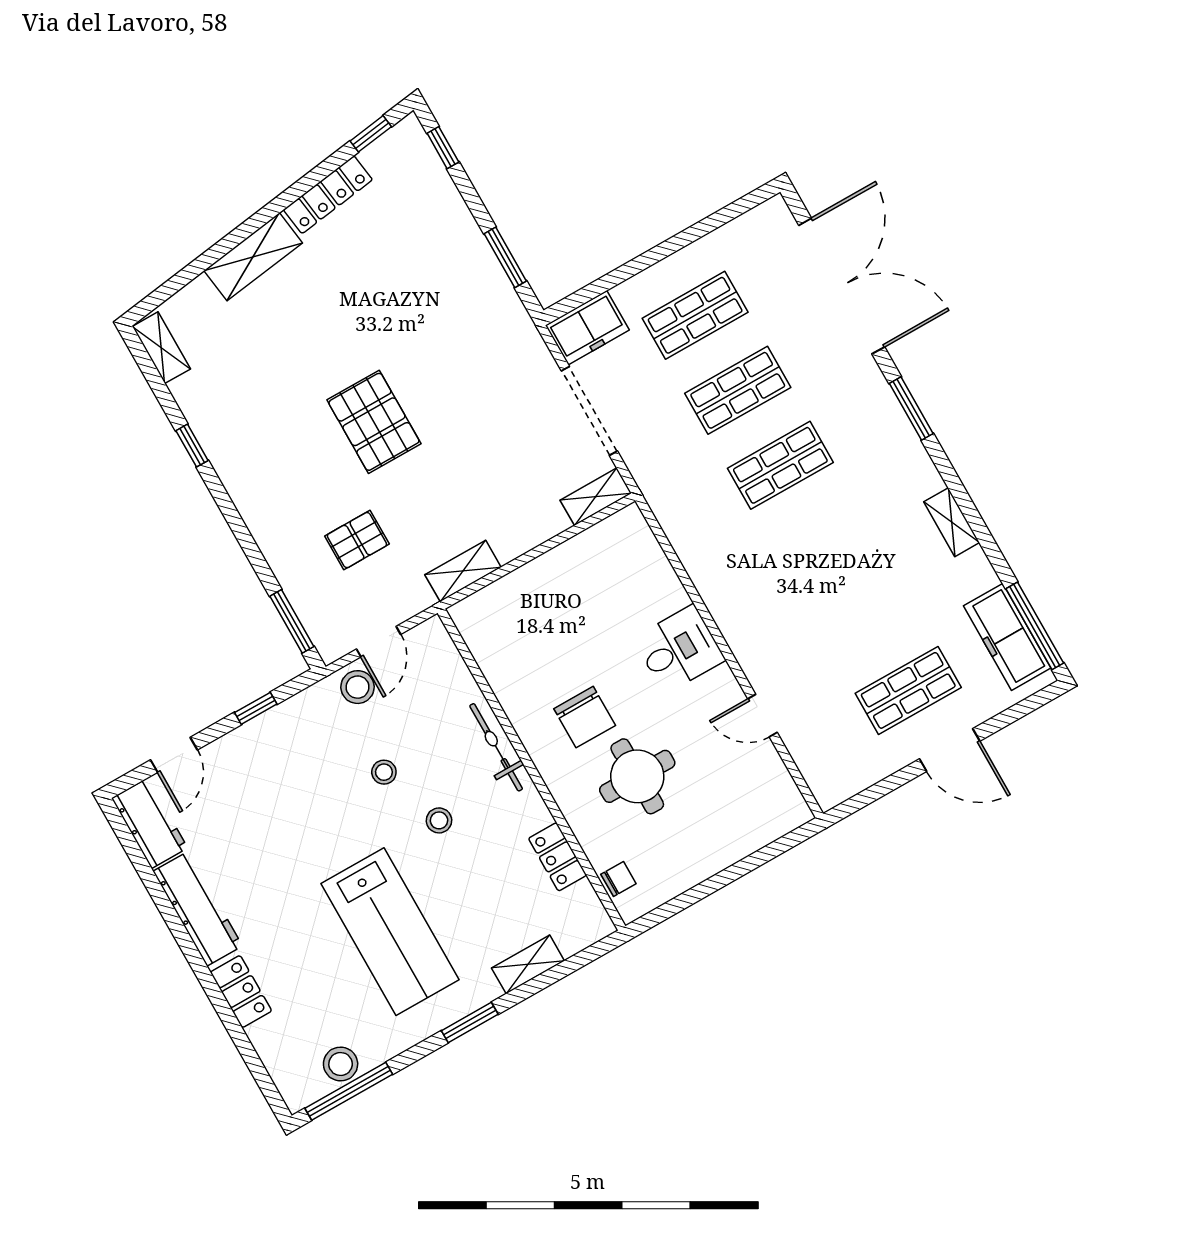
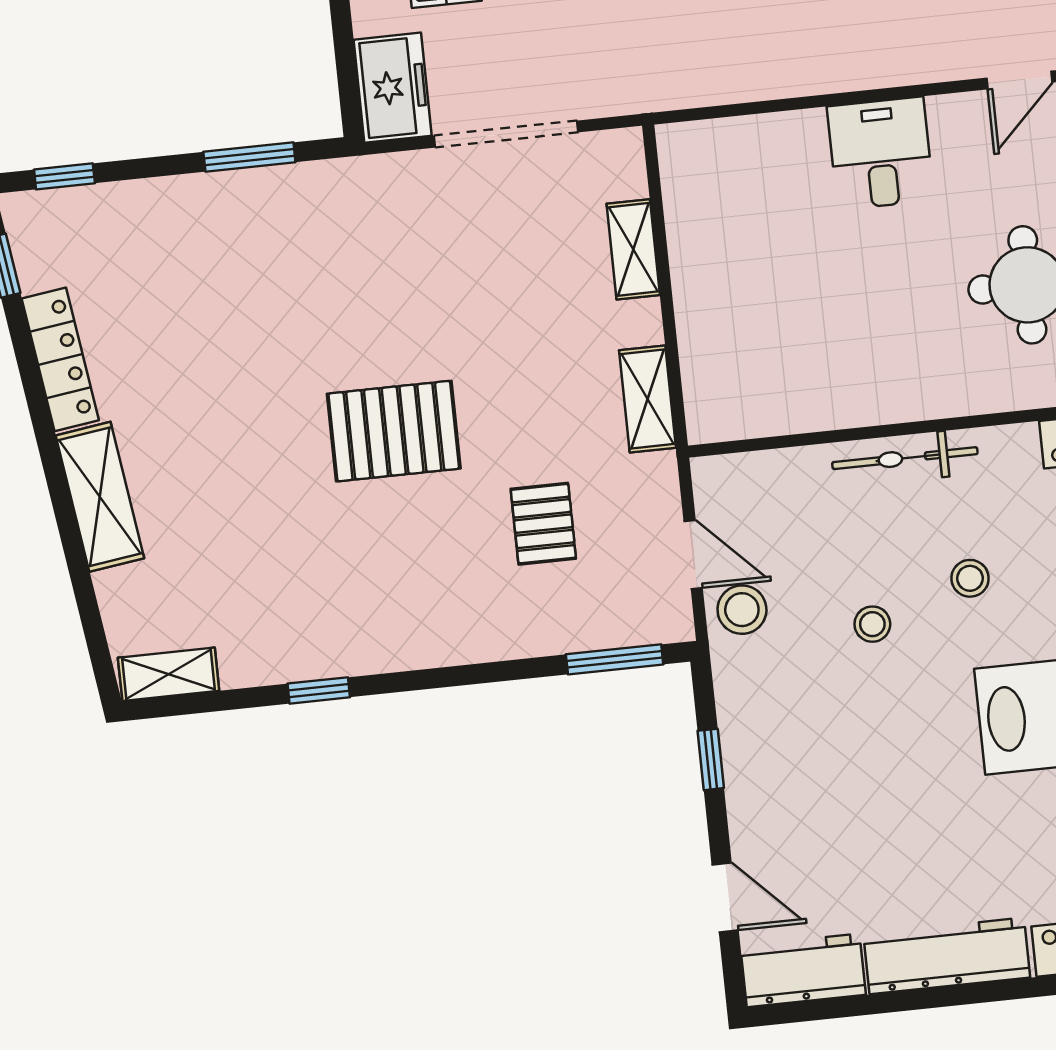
shelving: (596, 497) -> (633, 249), moved
chair: (585, 717) -> (916, 321), removed

